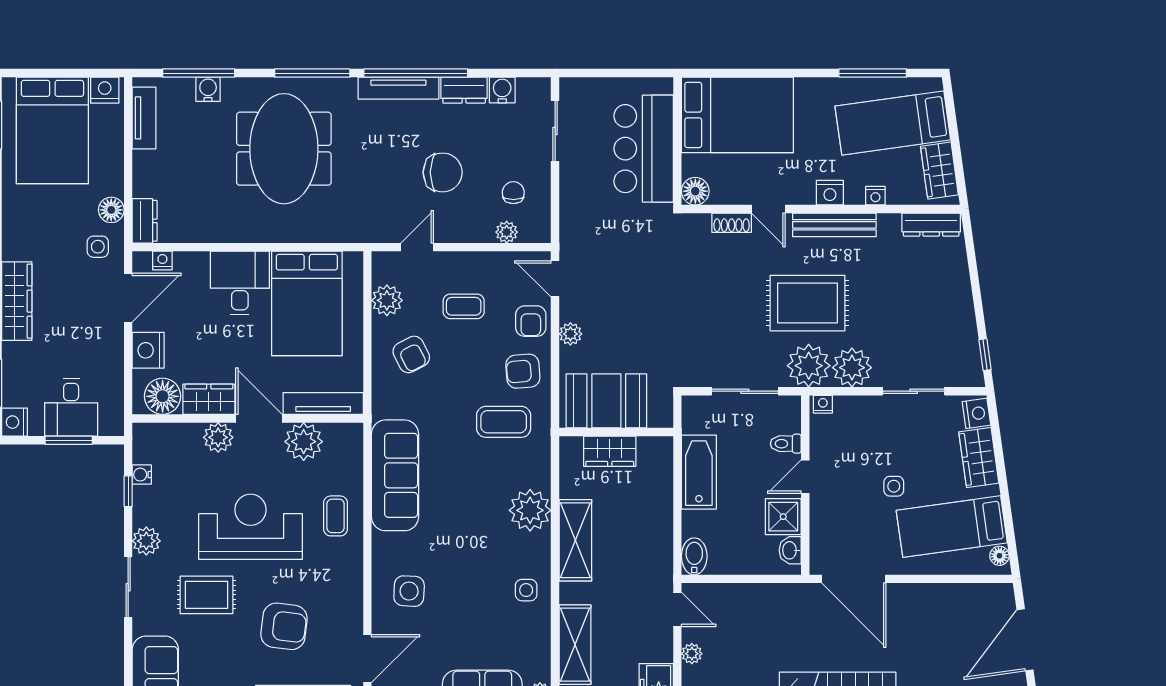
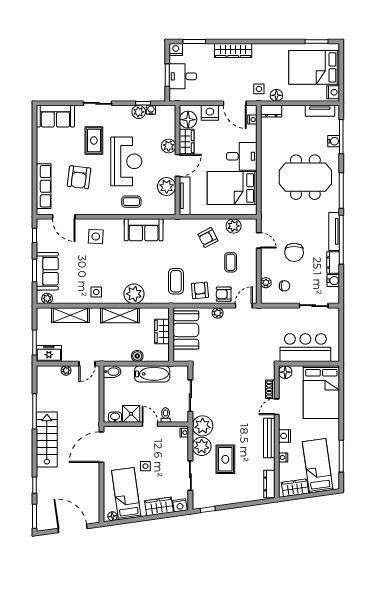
rug: (808, 303) -> (225, 459), moved, width x0.73, depth x0.70
sofa: (395, 475) -> (144, 230), width x0.73
boiler: (661, 503) -> (137, 356), added
plant: (146, 541) -> (139, 112), moved

